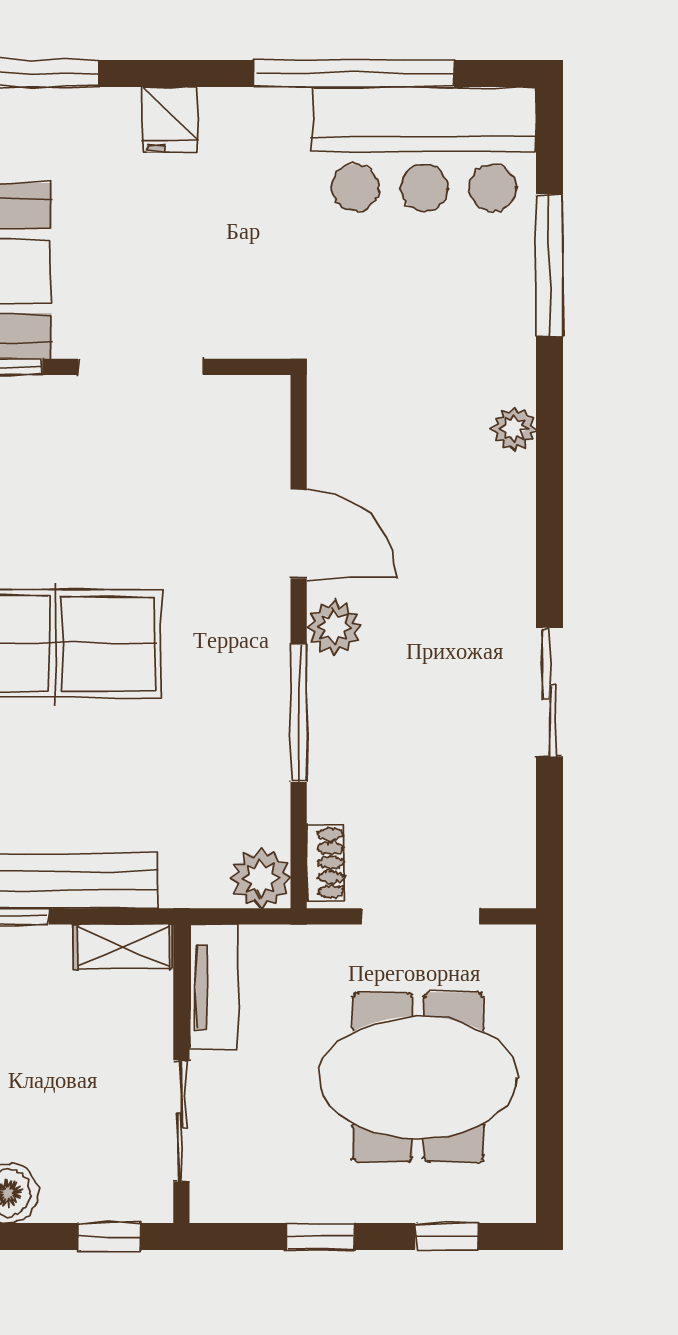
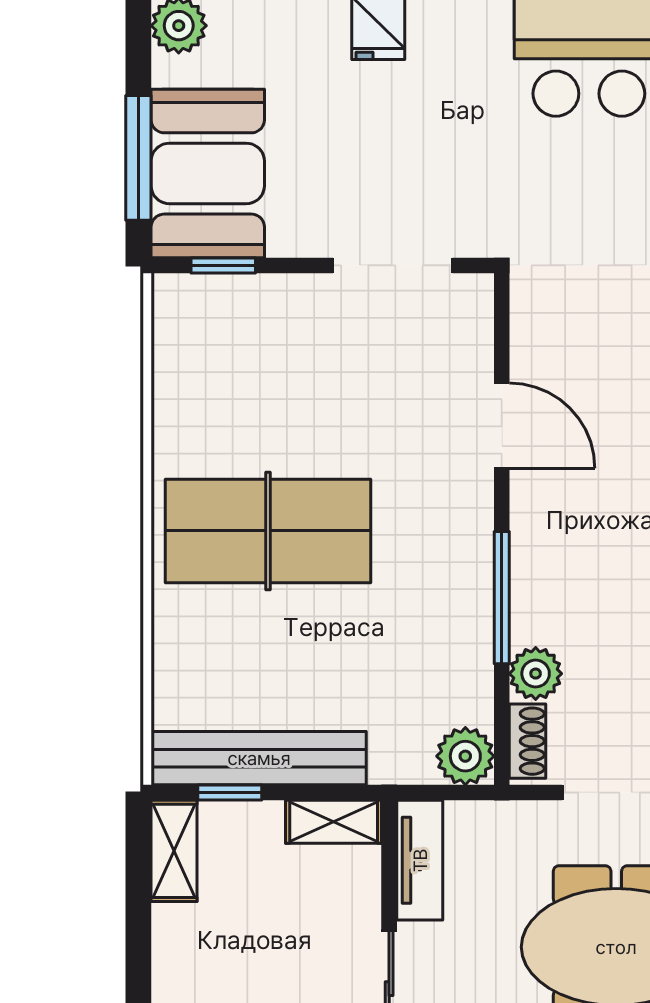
doorway: (141, 367) -> (393, 265), moved
plant: (334, 627) -> (536, 674), moved

